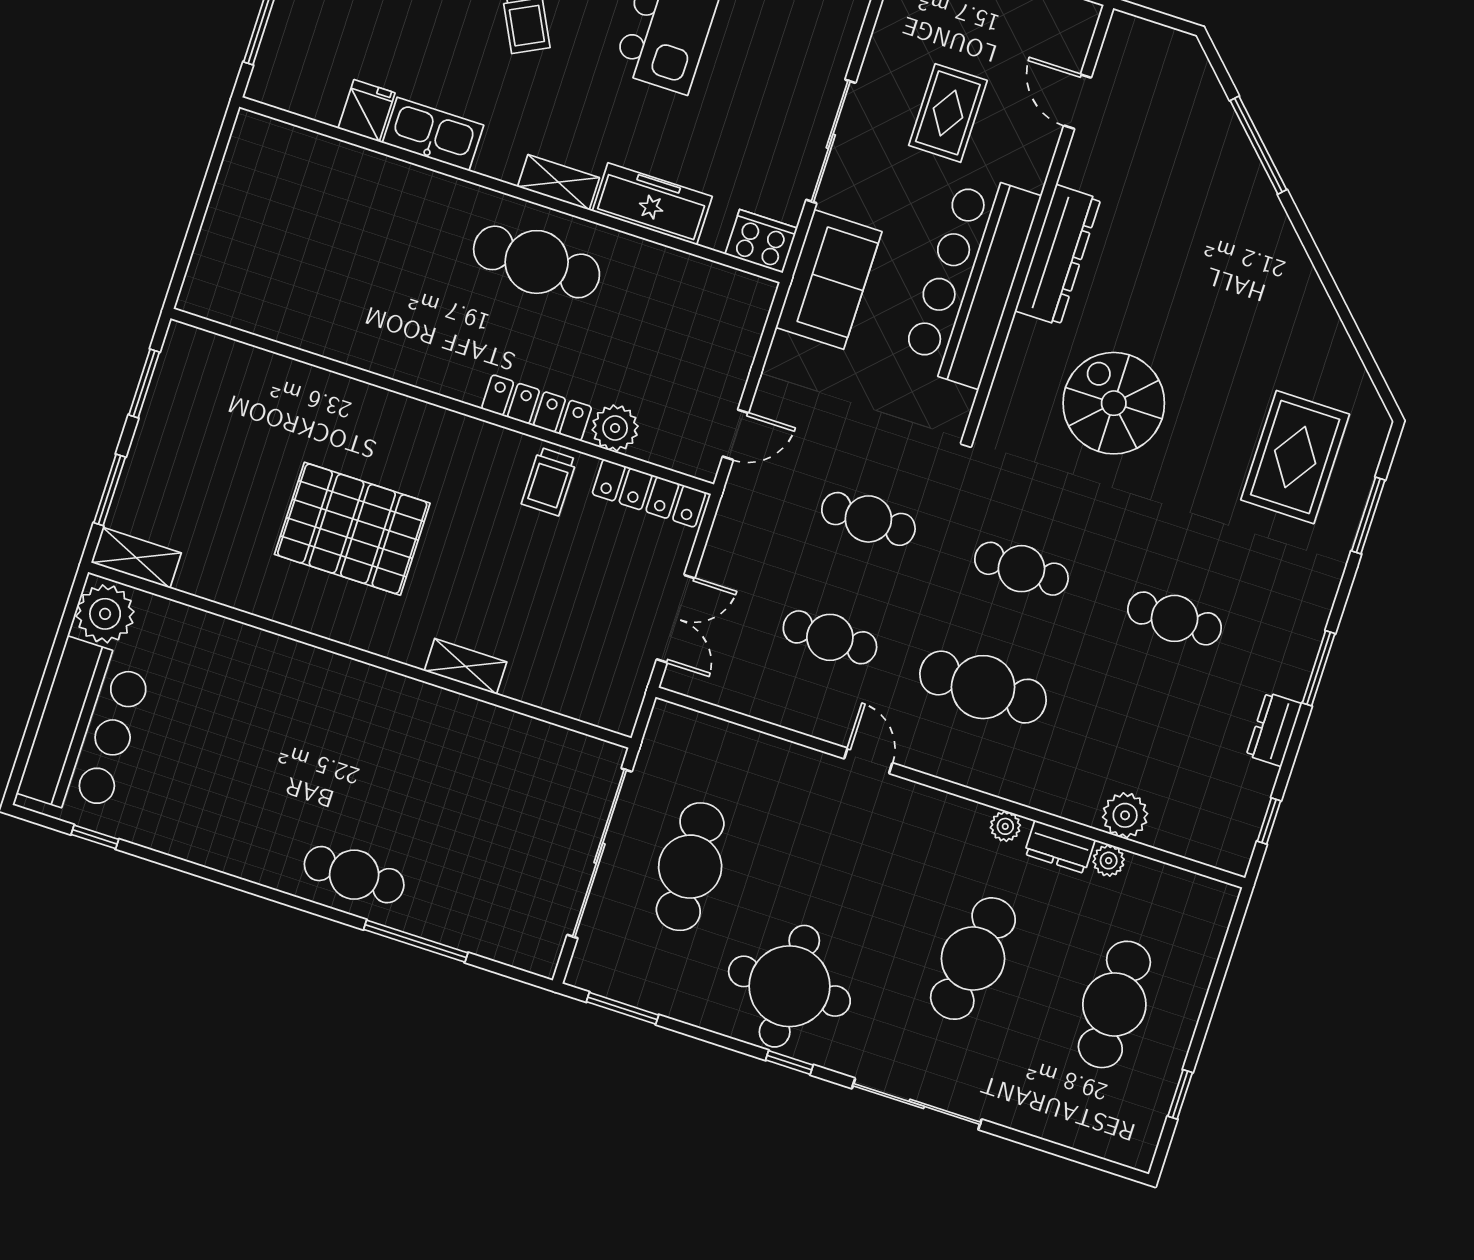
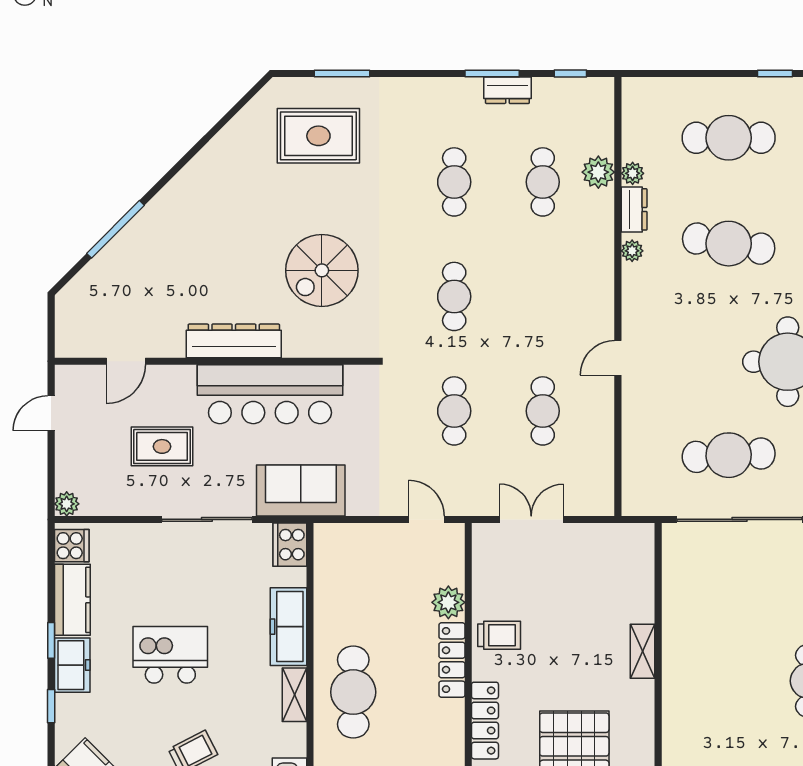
locker: (649, 493) -> (485, 721), moved
double door: (676, 619) -> (531, 519), moved
window: (1319, 668) -> (492, 73), moved
cafe table: (983, 687) -> (543, 182), moved, width x0.73, depth x0.74

